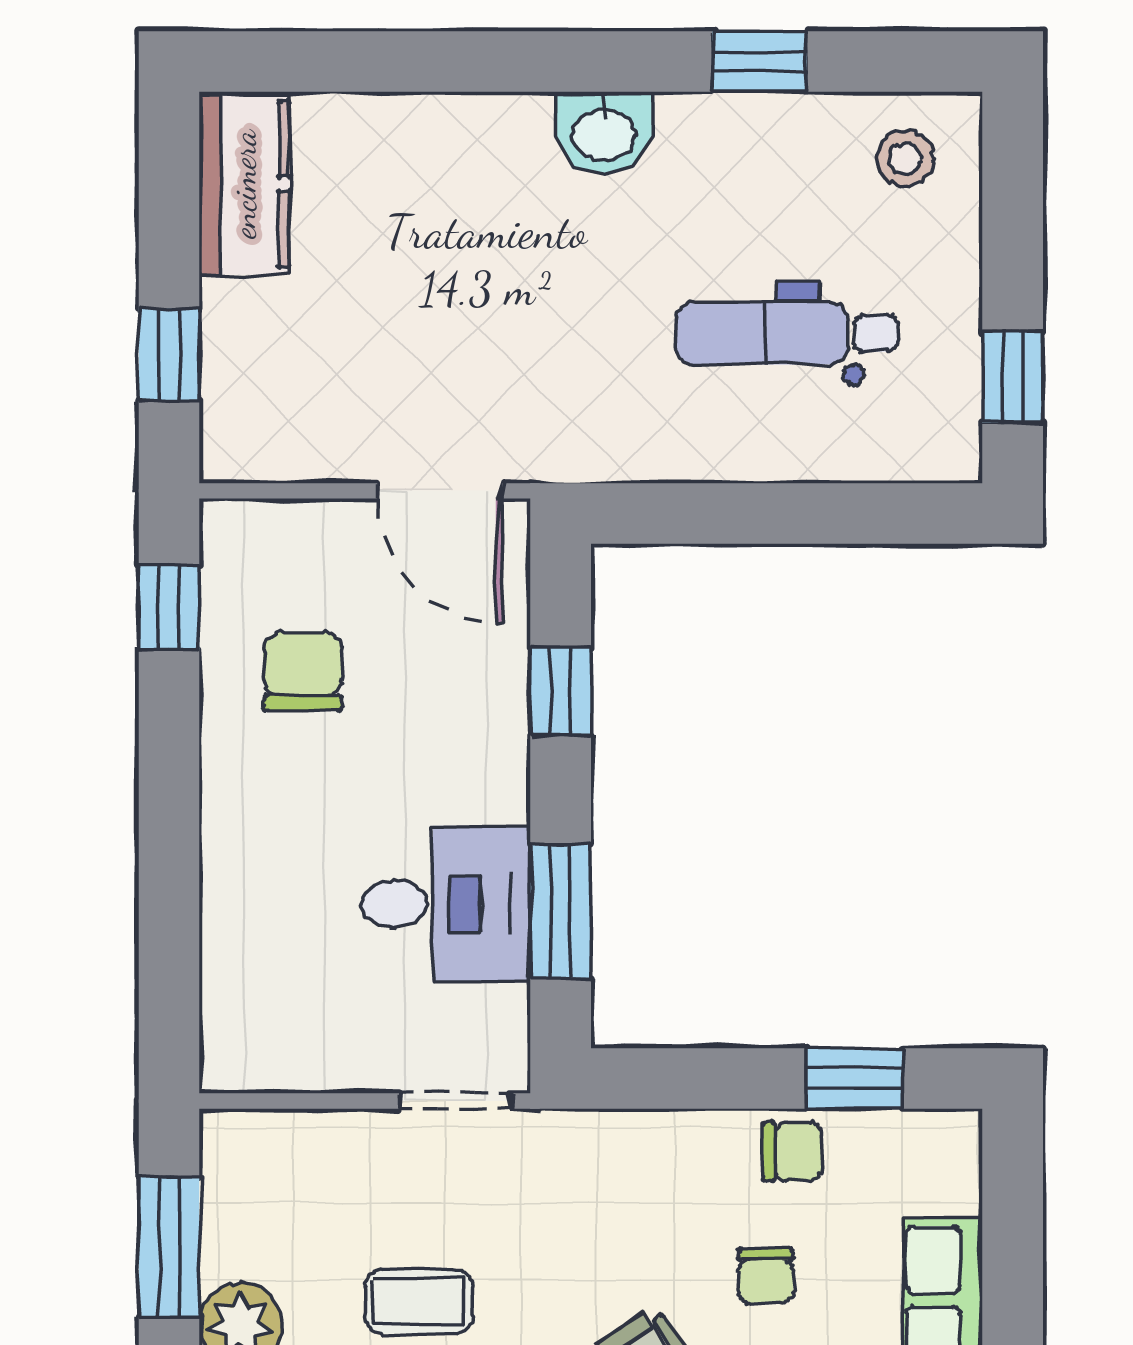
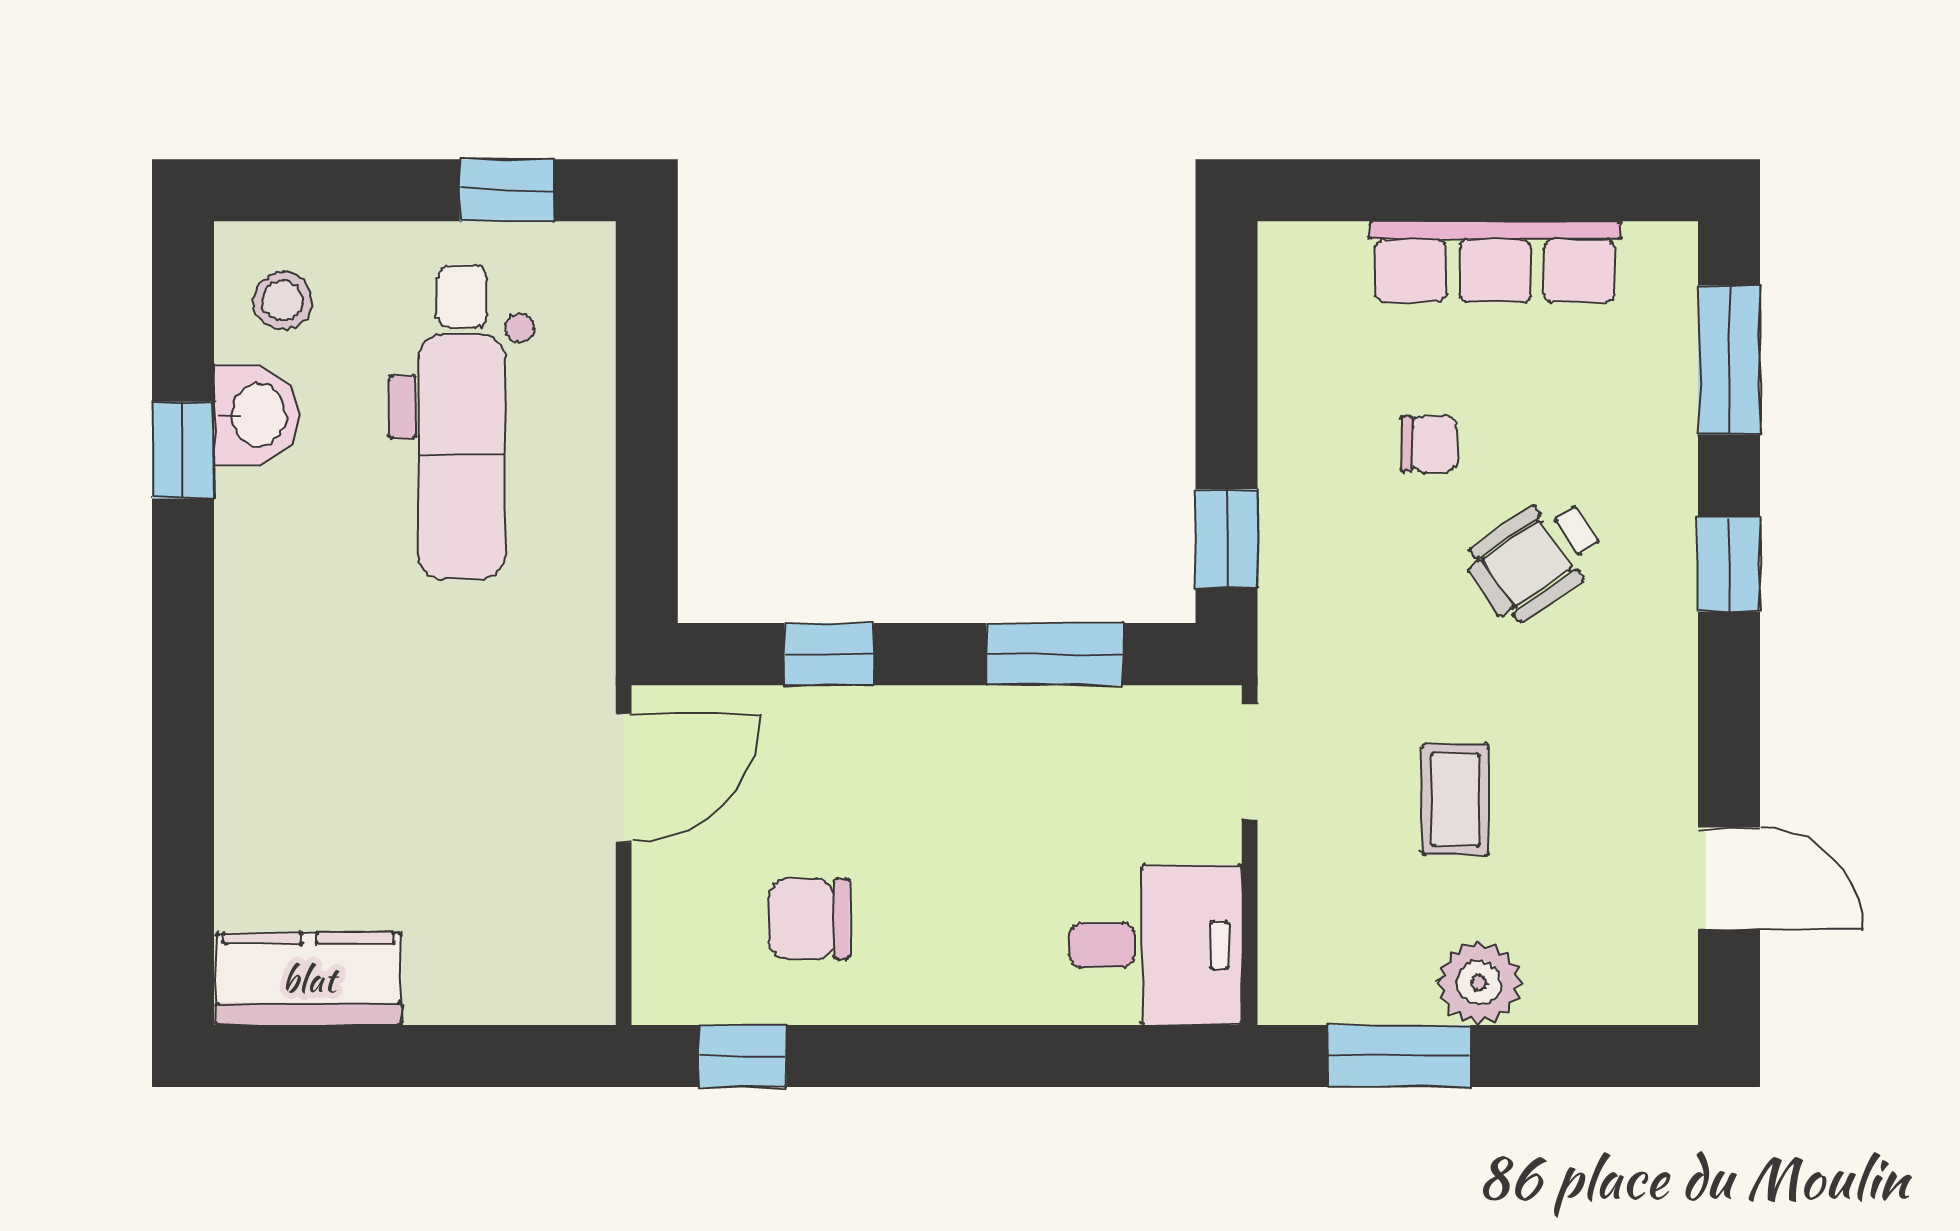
washbasin: (604, 133) -> (256, 415), moved
dental chair: (787, 333) -> (462, 422), width x1.36, depth x1.38
window: (169, 355) -> (484, 1056), removed
desk: (446, 904) -> (1156, 945), moved, turned 90
window: (854, 1078) -> (1227, 539), moved
chair: (793, 1151) -> (1301, 416), removed

